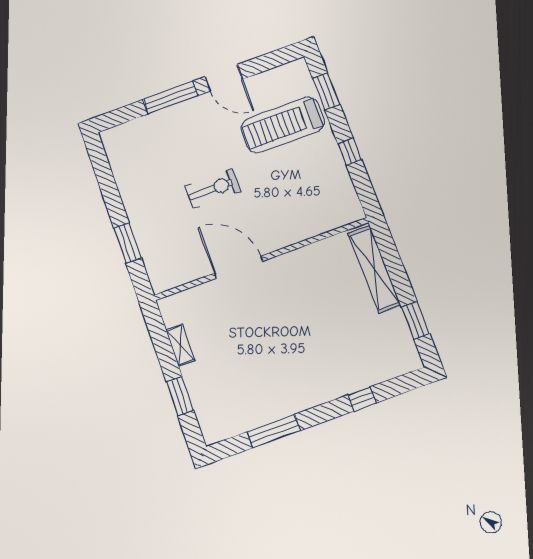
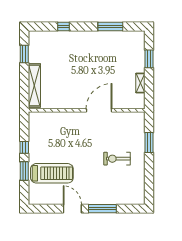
window: (326, 91) -> (24, 171), moved
exercise bike: (213, 189) -> (117, 159), moved
door: (239, 267) -> (99, 110), swing flipped

